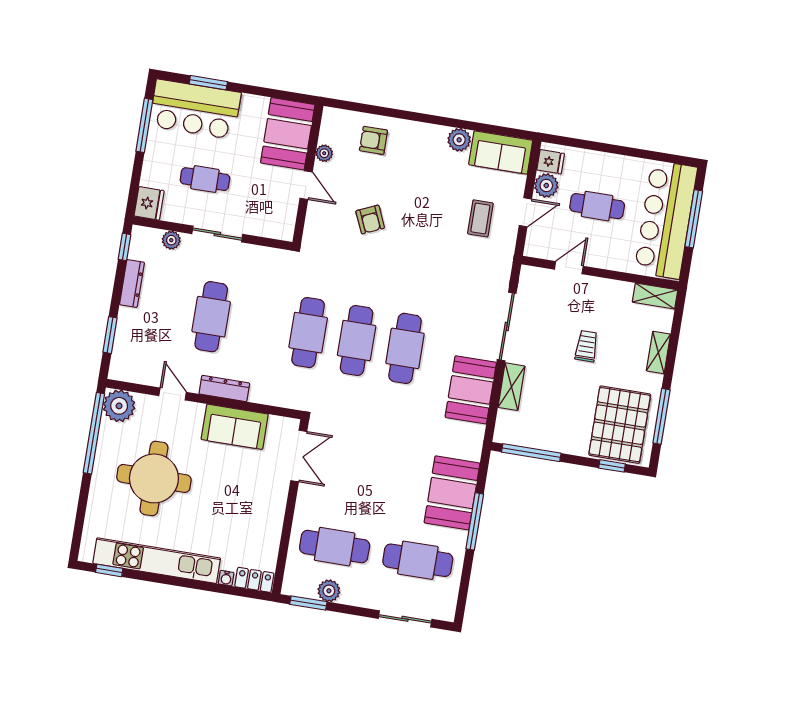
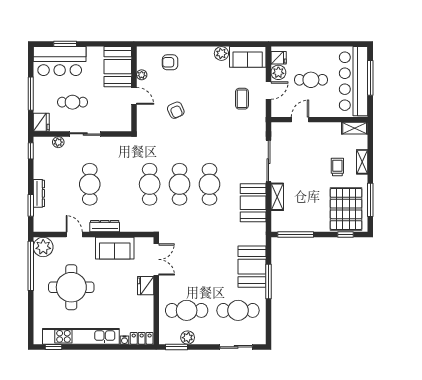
window: (144, 125) -> (31, 94), moved
dresser: (132, 283) -> (39, 193), moved
trolley: (587, 346) -> (337, 167), moved
fridge: (275, 496) -> (146, 286), added

